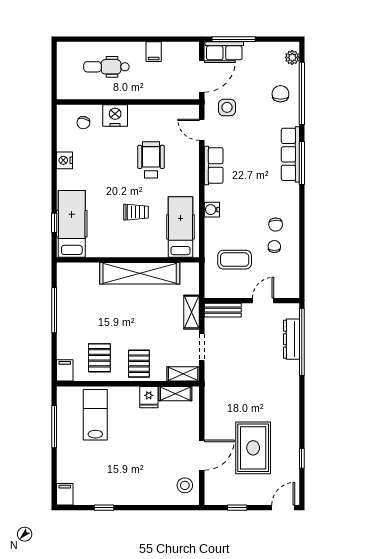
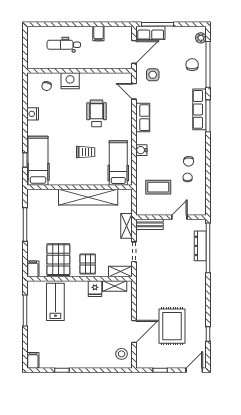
pallet: (99, 358) -> (58, 260), width x1.50, depth x1.42

